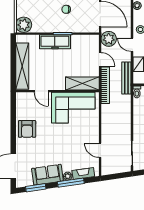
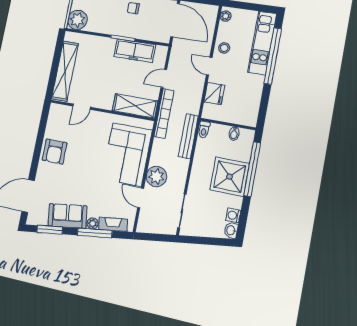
plant: (109, 39) -> (156, 177), moved
freezer: (55, 42) -> (135, 51), moved
door: (100, 59) -> (164, 78), swing flipped
bench: (126, 78) -> (188, 136), moved
door: (41, 91) -> (82, 107), hinge flipped
corner sofa: (73, 108) -> (127, 154), moved, turned 90

